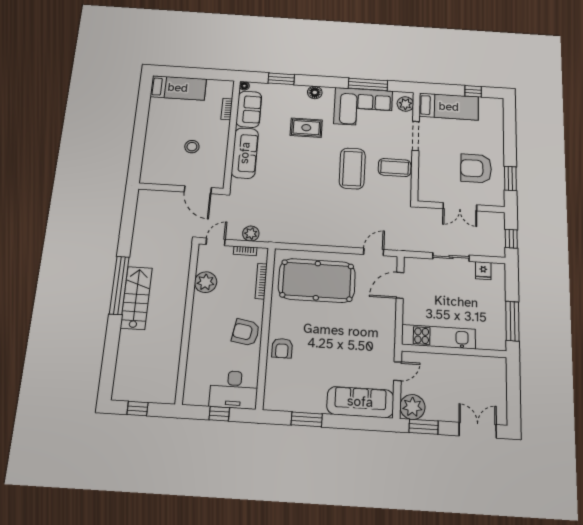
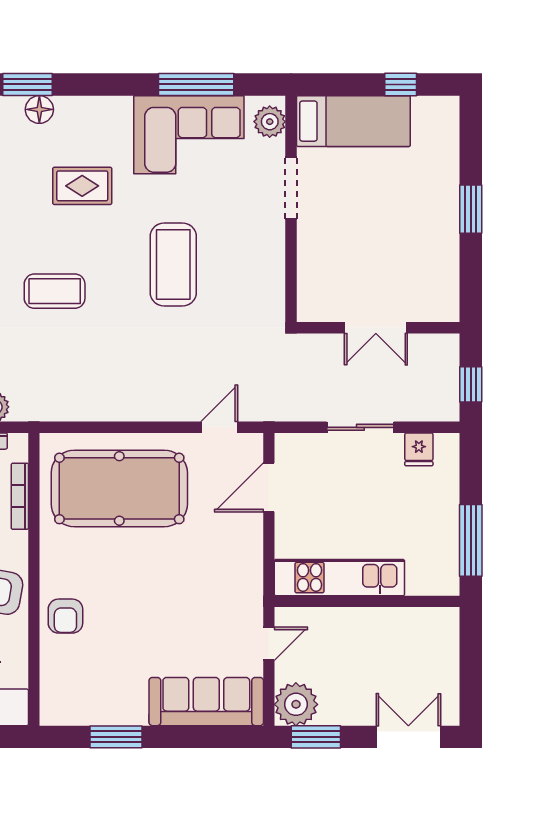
floor lamp: (315, 92) -> (39, 109), moved
coffee table: (395, 168) -> (55, 291), moved
armchair: (476, 168) -> (406, 248), removed
window: (510, 178) -> (471, 209), moved

